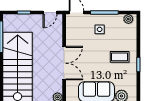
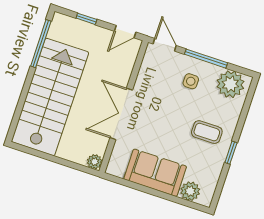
plant: (128, 19) -> (230, 84), width x1.88, depth x1.88
double door: (64, 63) -> (121, 114), swing flipped

